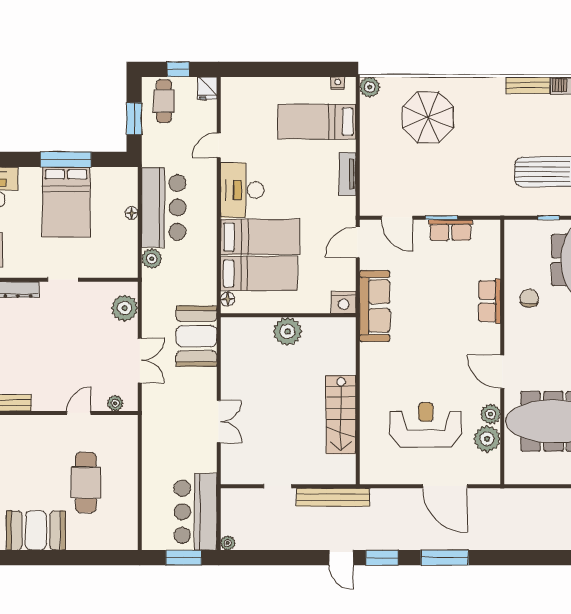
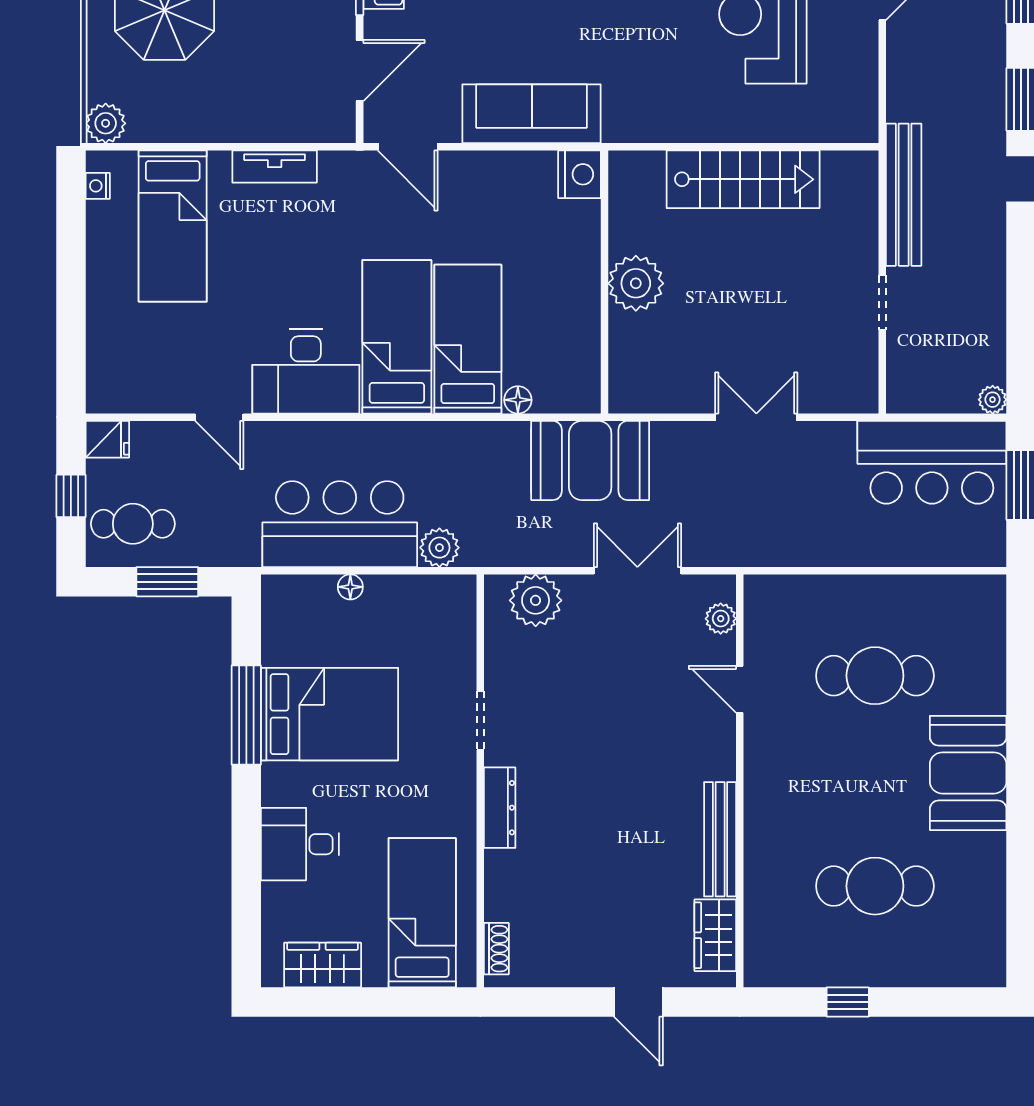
nightstand: (344, 302) -> (579, 174), moved
wall: (288, 315) -> (604, 282), moved
plant: (288, 331) -> (636, 283), moved

